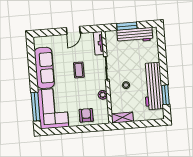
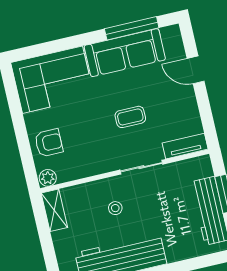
door: (73, 30) -> (196, 70), moved
plant: (103, 95) -> (48, 178), moved
window: (36, 107) -> (132, 28), moved

